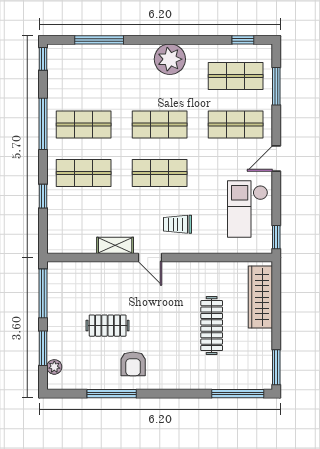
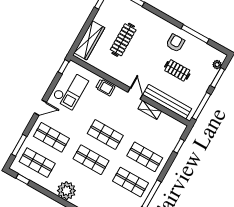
window: (43, 196) -> (179, 146), moved
trolley: (178, 224) -> (105, 87), moved
bench: (96, 272) -> (167, 102), added

